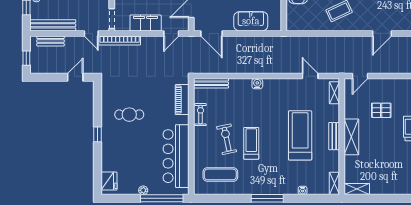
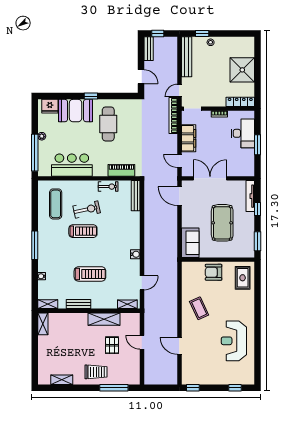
sofa: (251, 21) -> (190, 243), moved
door: (211, 33) -> (179, 196), hinge flipped
bench: (50, 41) -> (149, 49), moved
door: (360, 76) -> (142, 342), moved
water cooler: (257, 84) -> (135, 254), moved
cafe table: (129, 115) -> (108, 124), width x1.37, depth x1.35
treadmill: (300, 135) -> (90, 274), width x0.73, depth x0.73
bench: (334, 136) -> (78, 304), moved
shelving: (351, 137) -> (104, 319), moved
booth: (114, 152) -> (76, 111), added
bar counter: (176, 156) -> (72, 165), width x0.73

